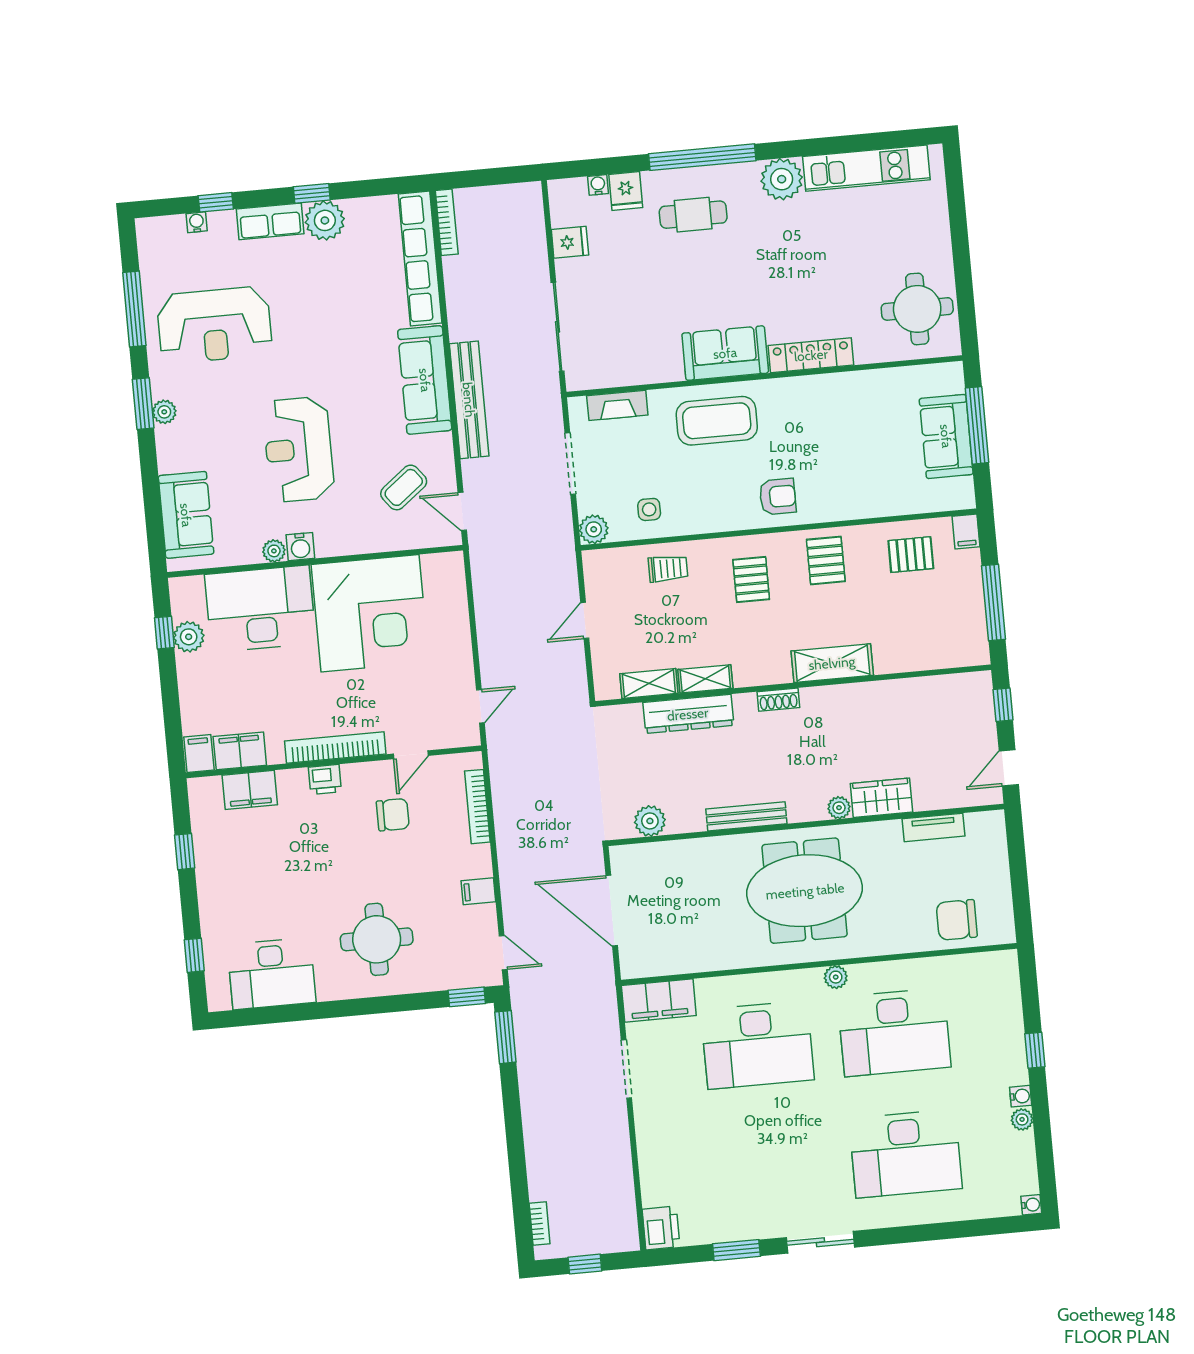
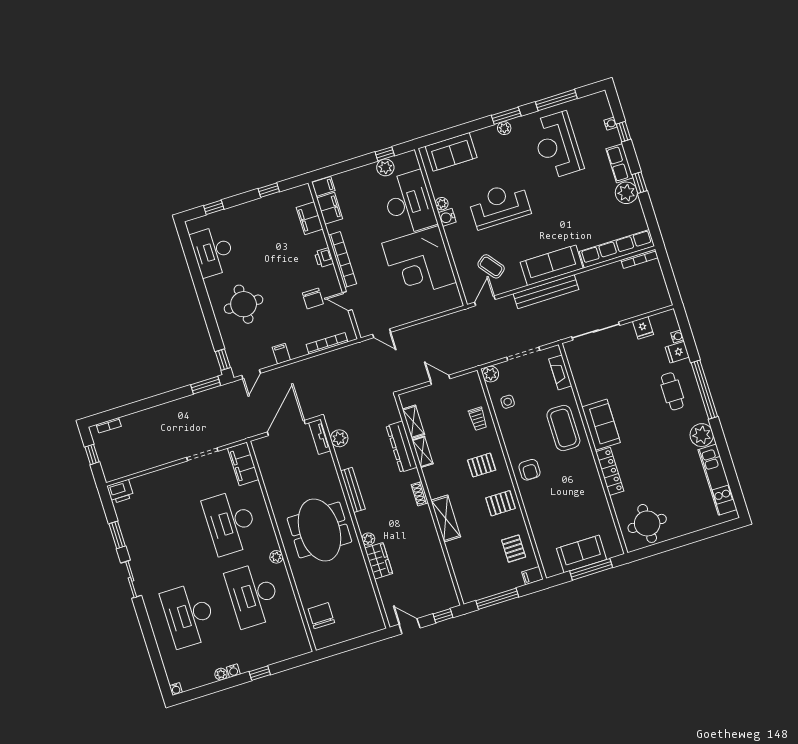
tv unit: (933, 827) -> (320, 437), moved

